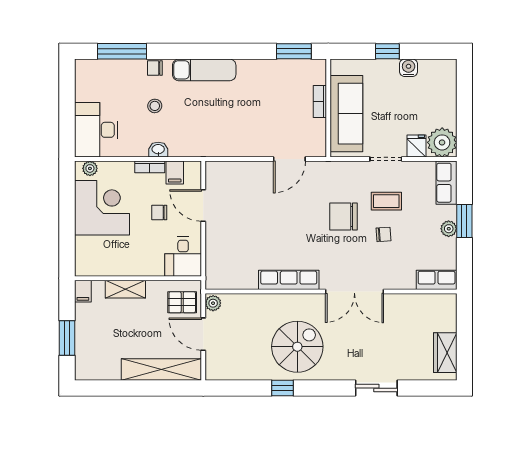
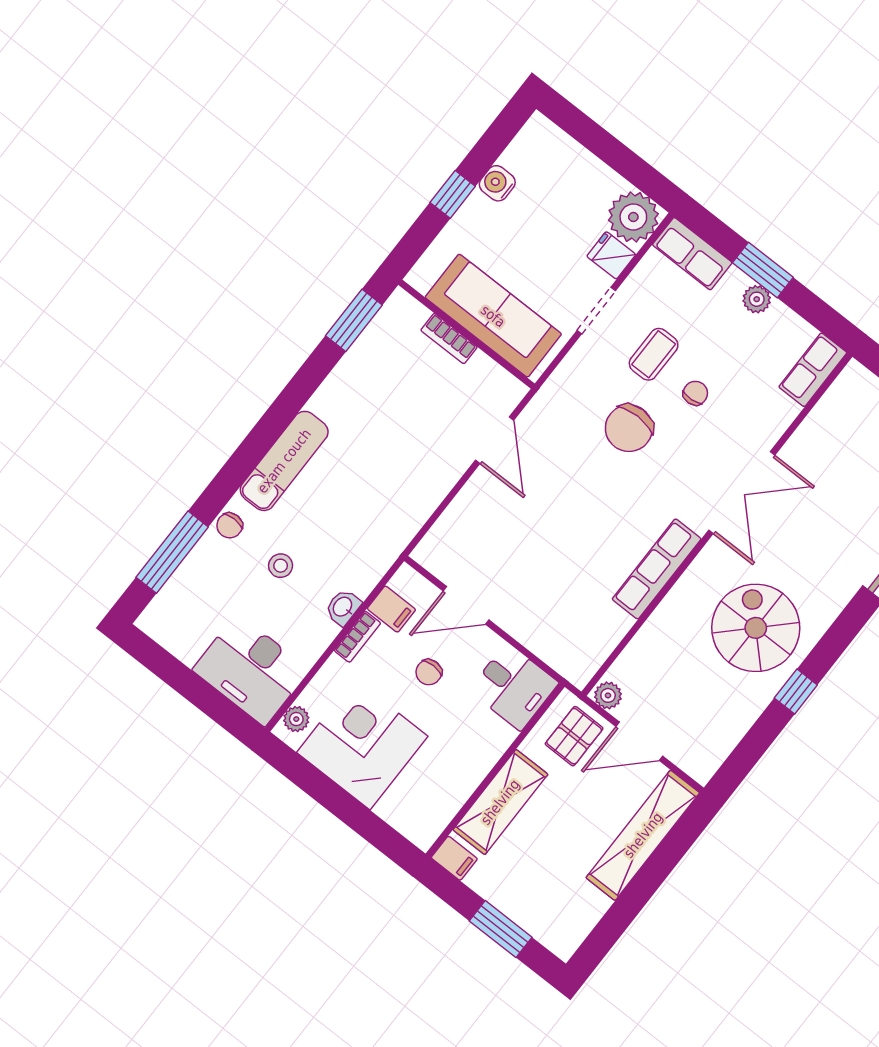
shelving: (125, 289) -> (500, 802), width x1.50, depth x1.33

